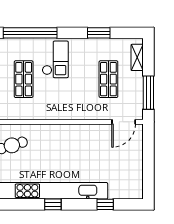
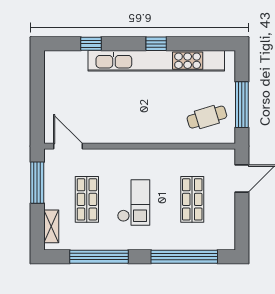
window: (99, 33) -> (99, 257), width x2.11
checkout: (55, 59) -> (134, 202), moved, turned 180
door: (124, 122) -> (68, 146), hinge flipped

